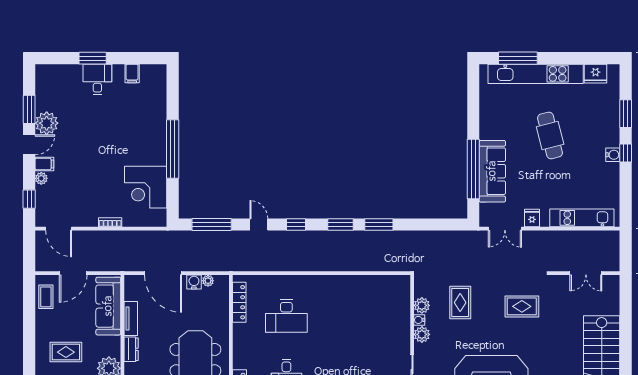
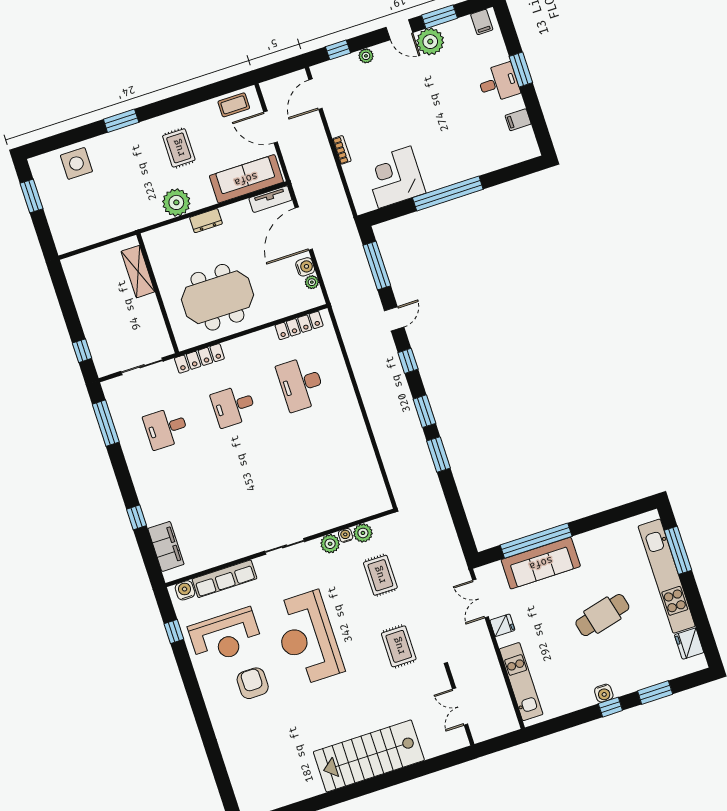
filing cabinet: (44, 164) -> (482, 22), moved
rug: (460, 303) -> (380, 575), turned 90
tv unit: (131, 319) -> (270, 199), moved

